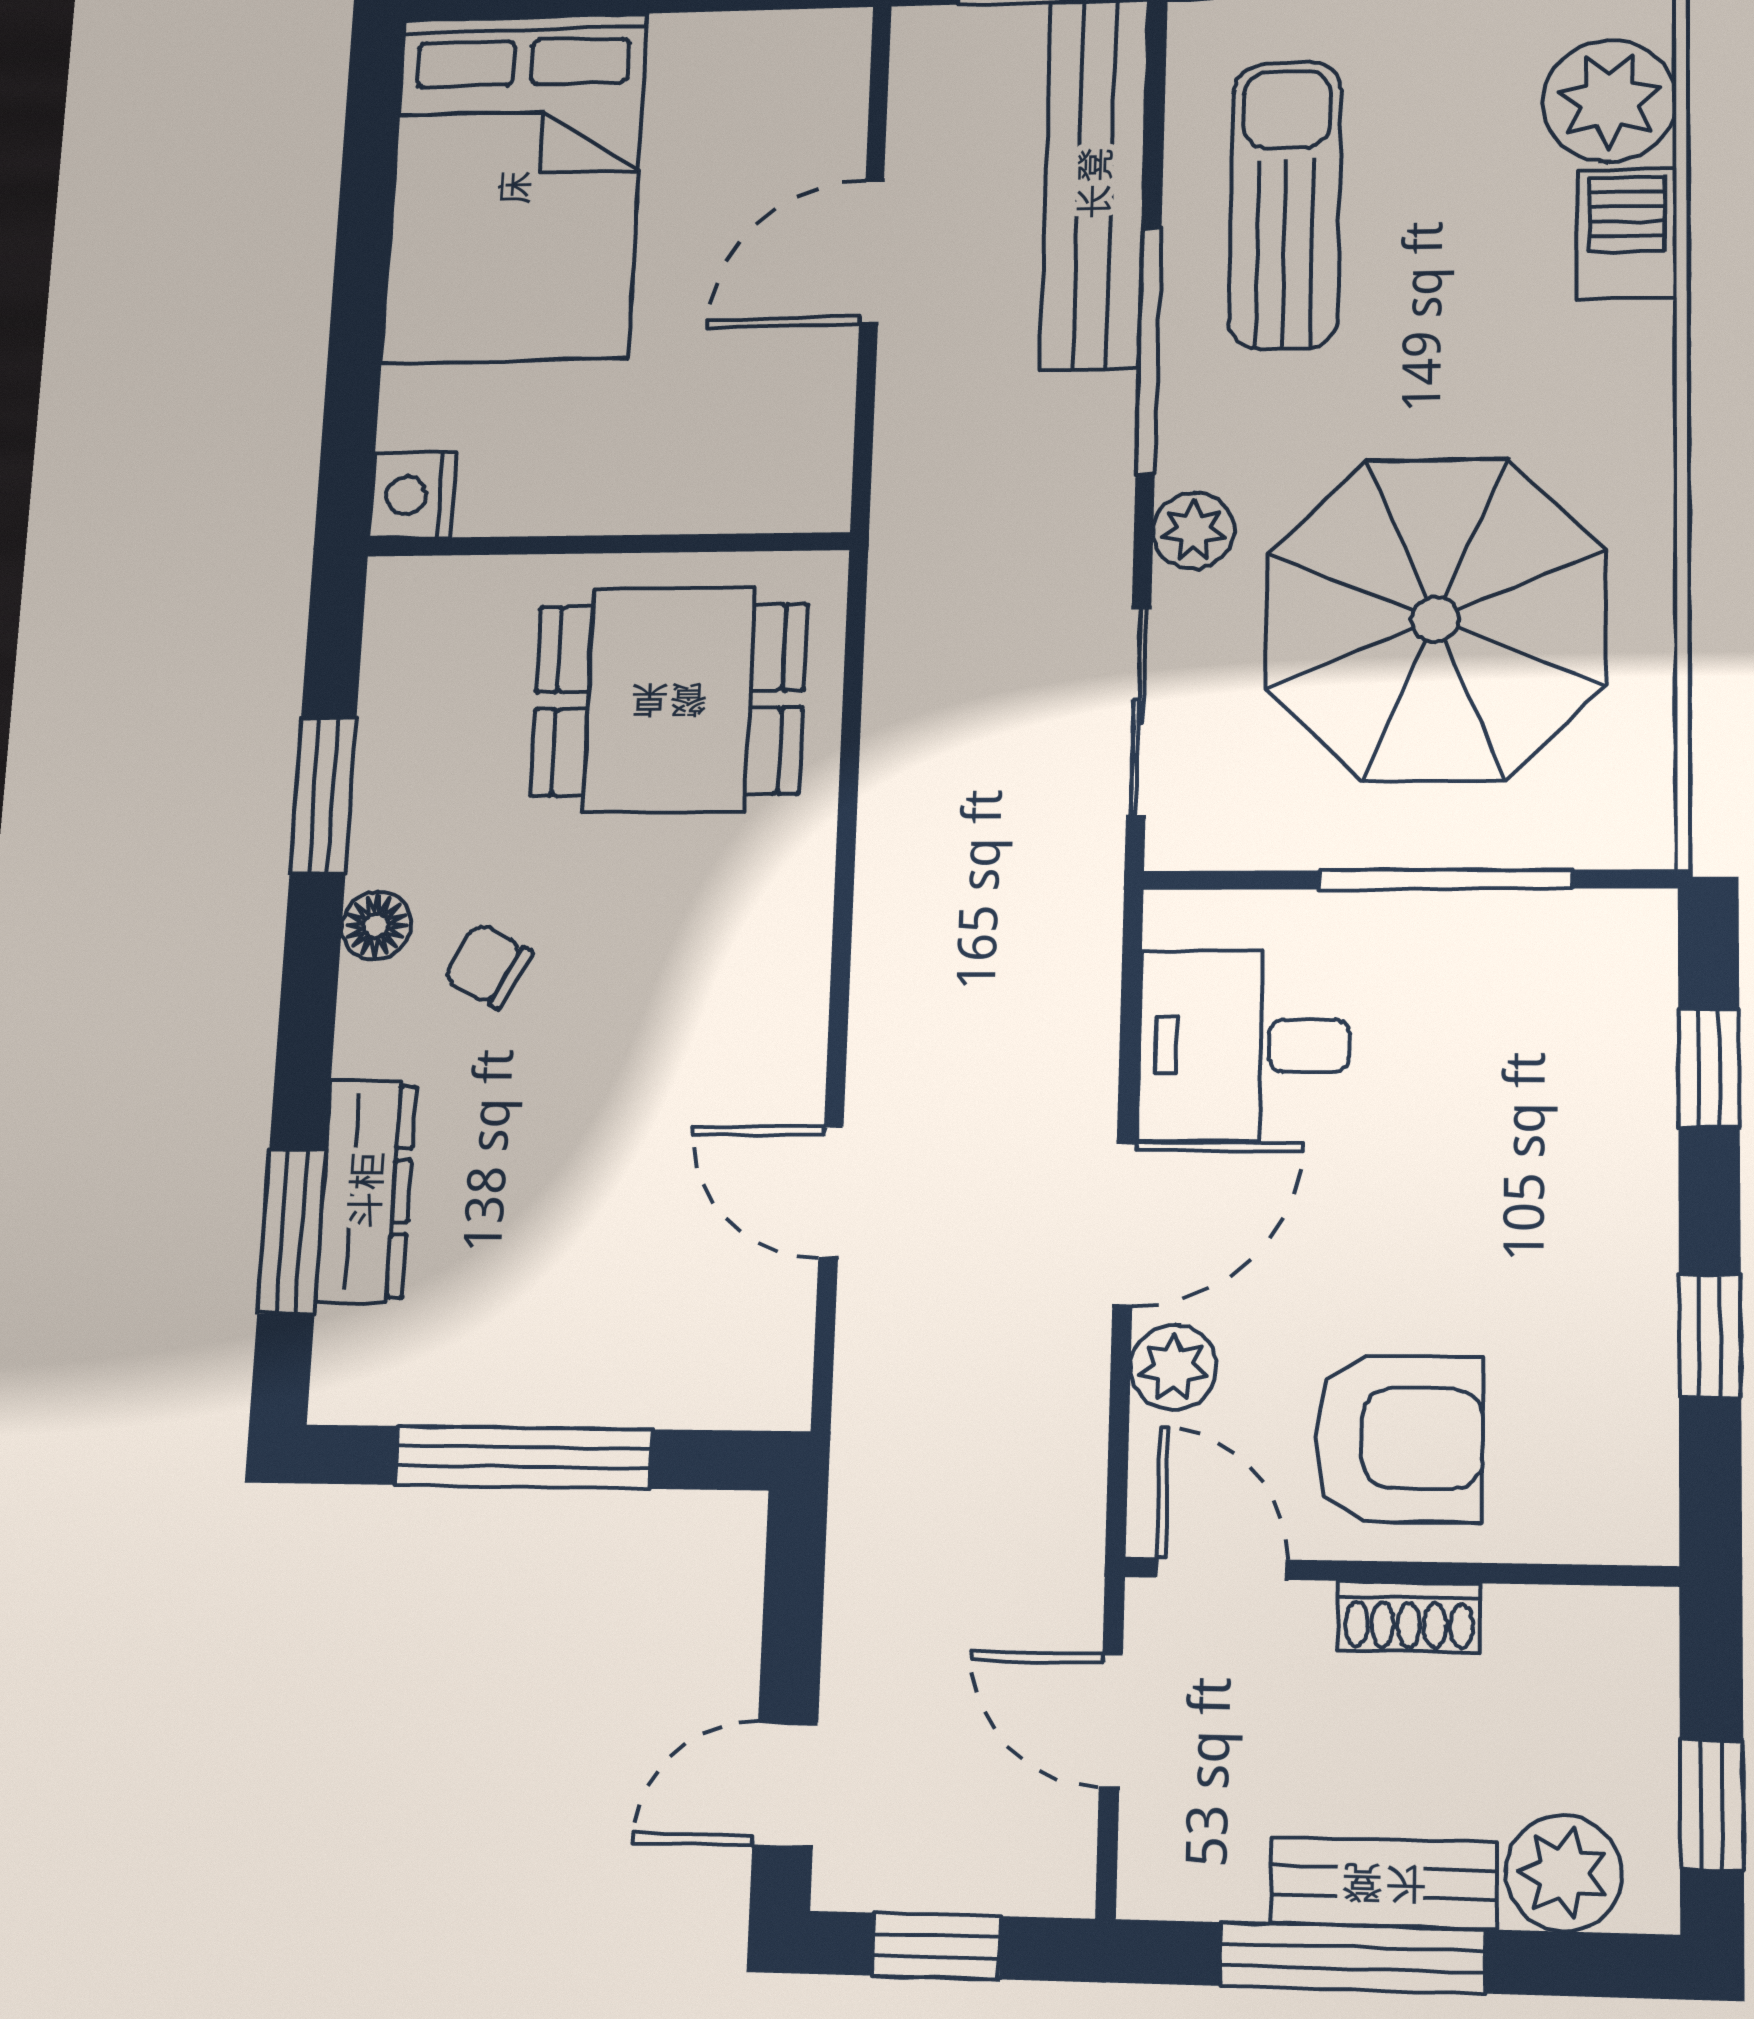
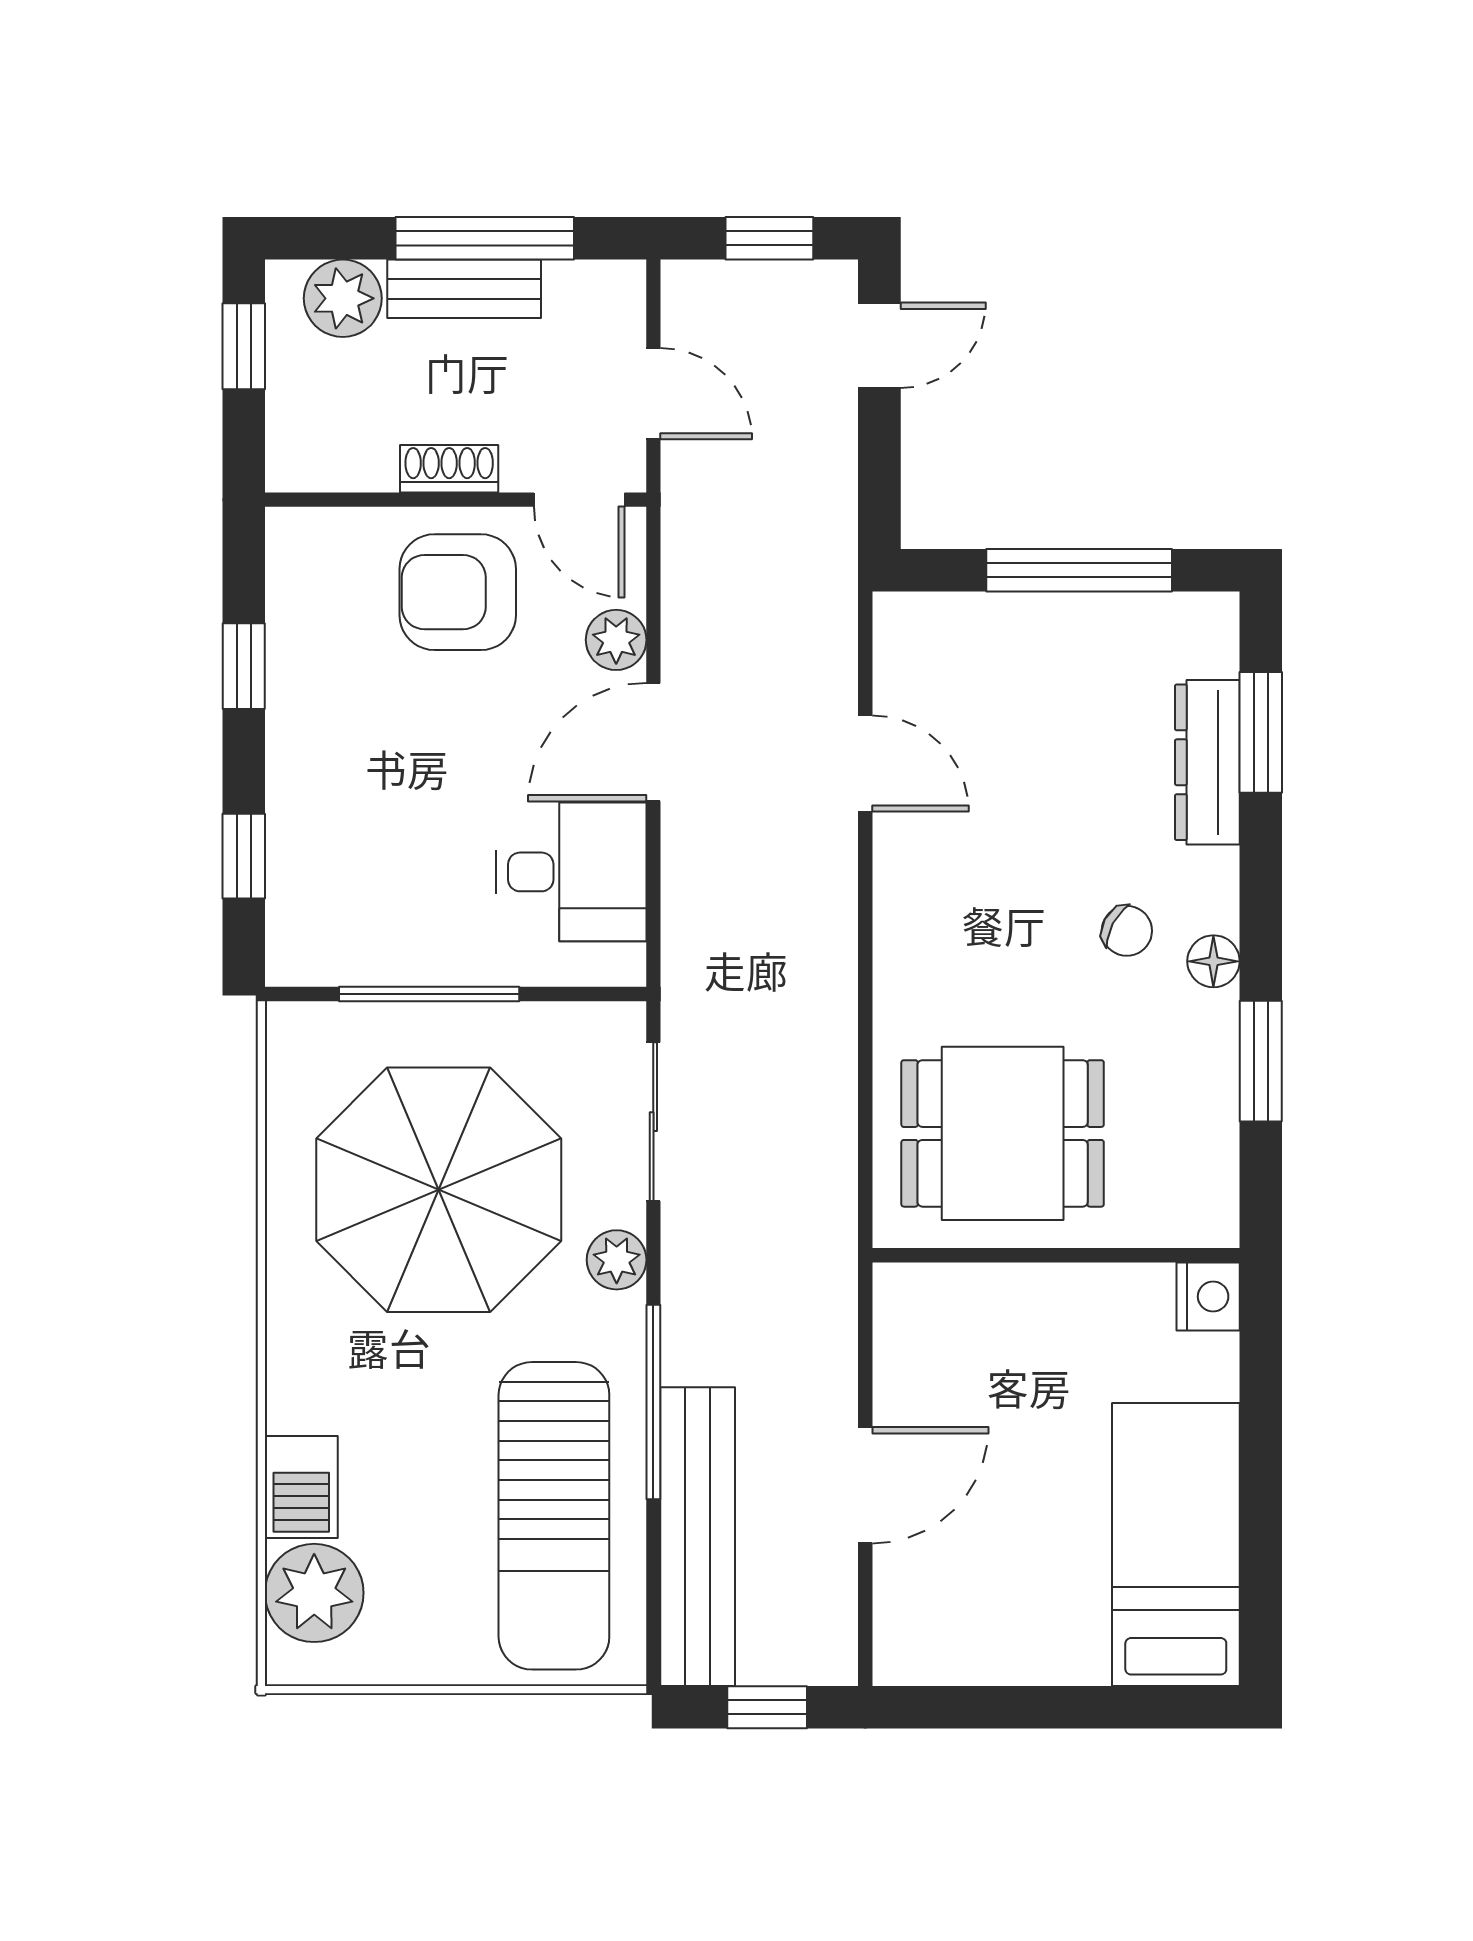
bed: (515, 187) -> (1176, 1544), width x0.67
sun lounger: (1285, 205) -> (554, 1516), width x1.36, depth x1.34

